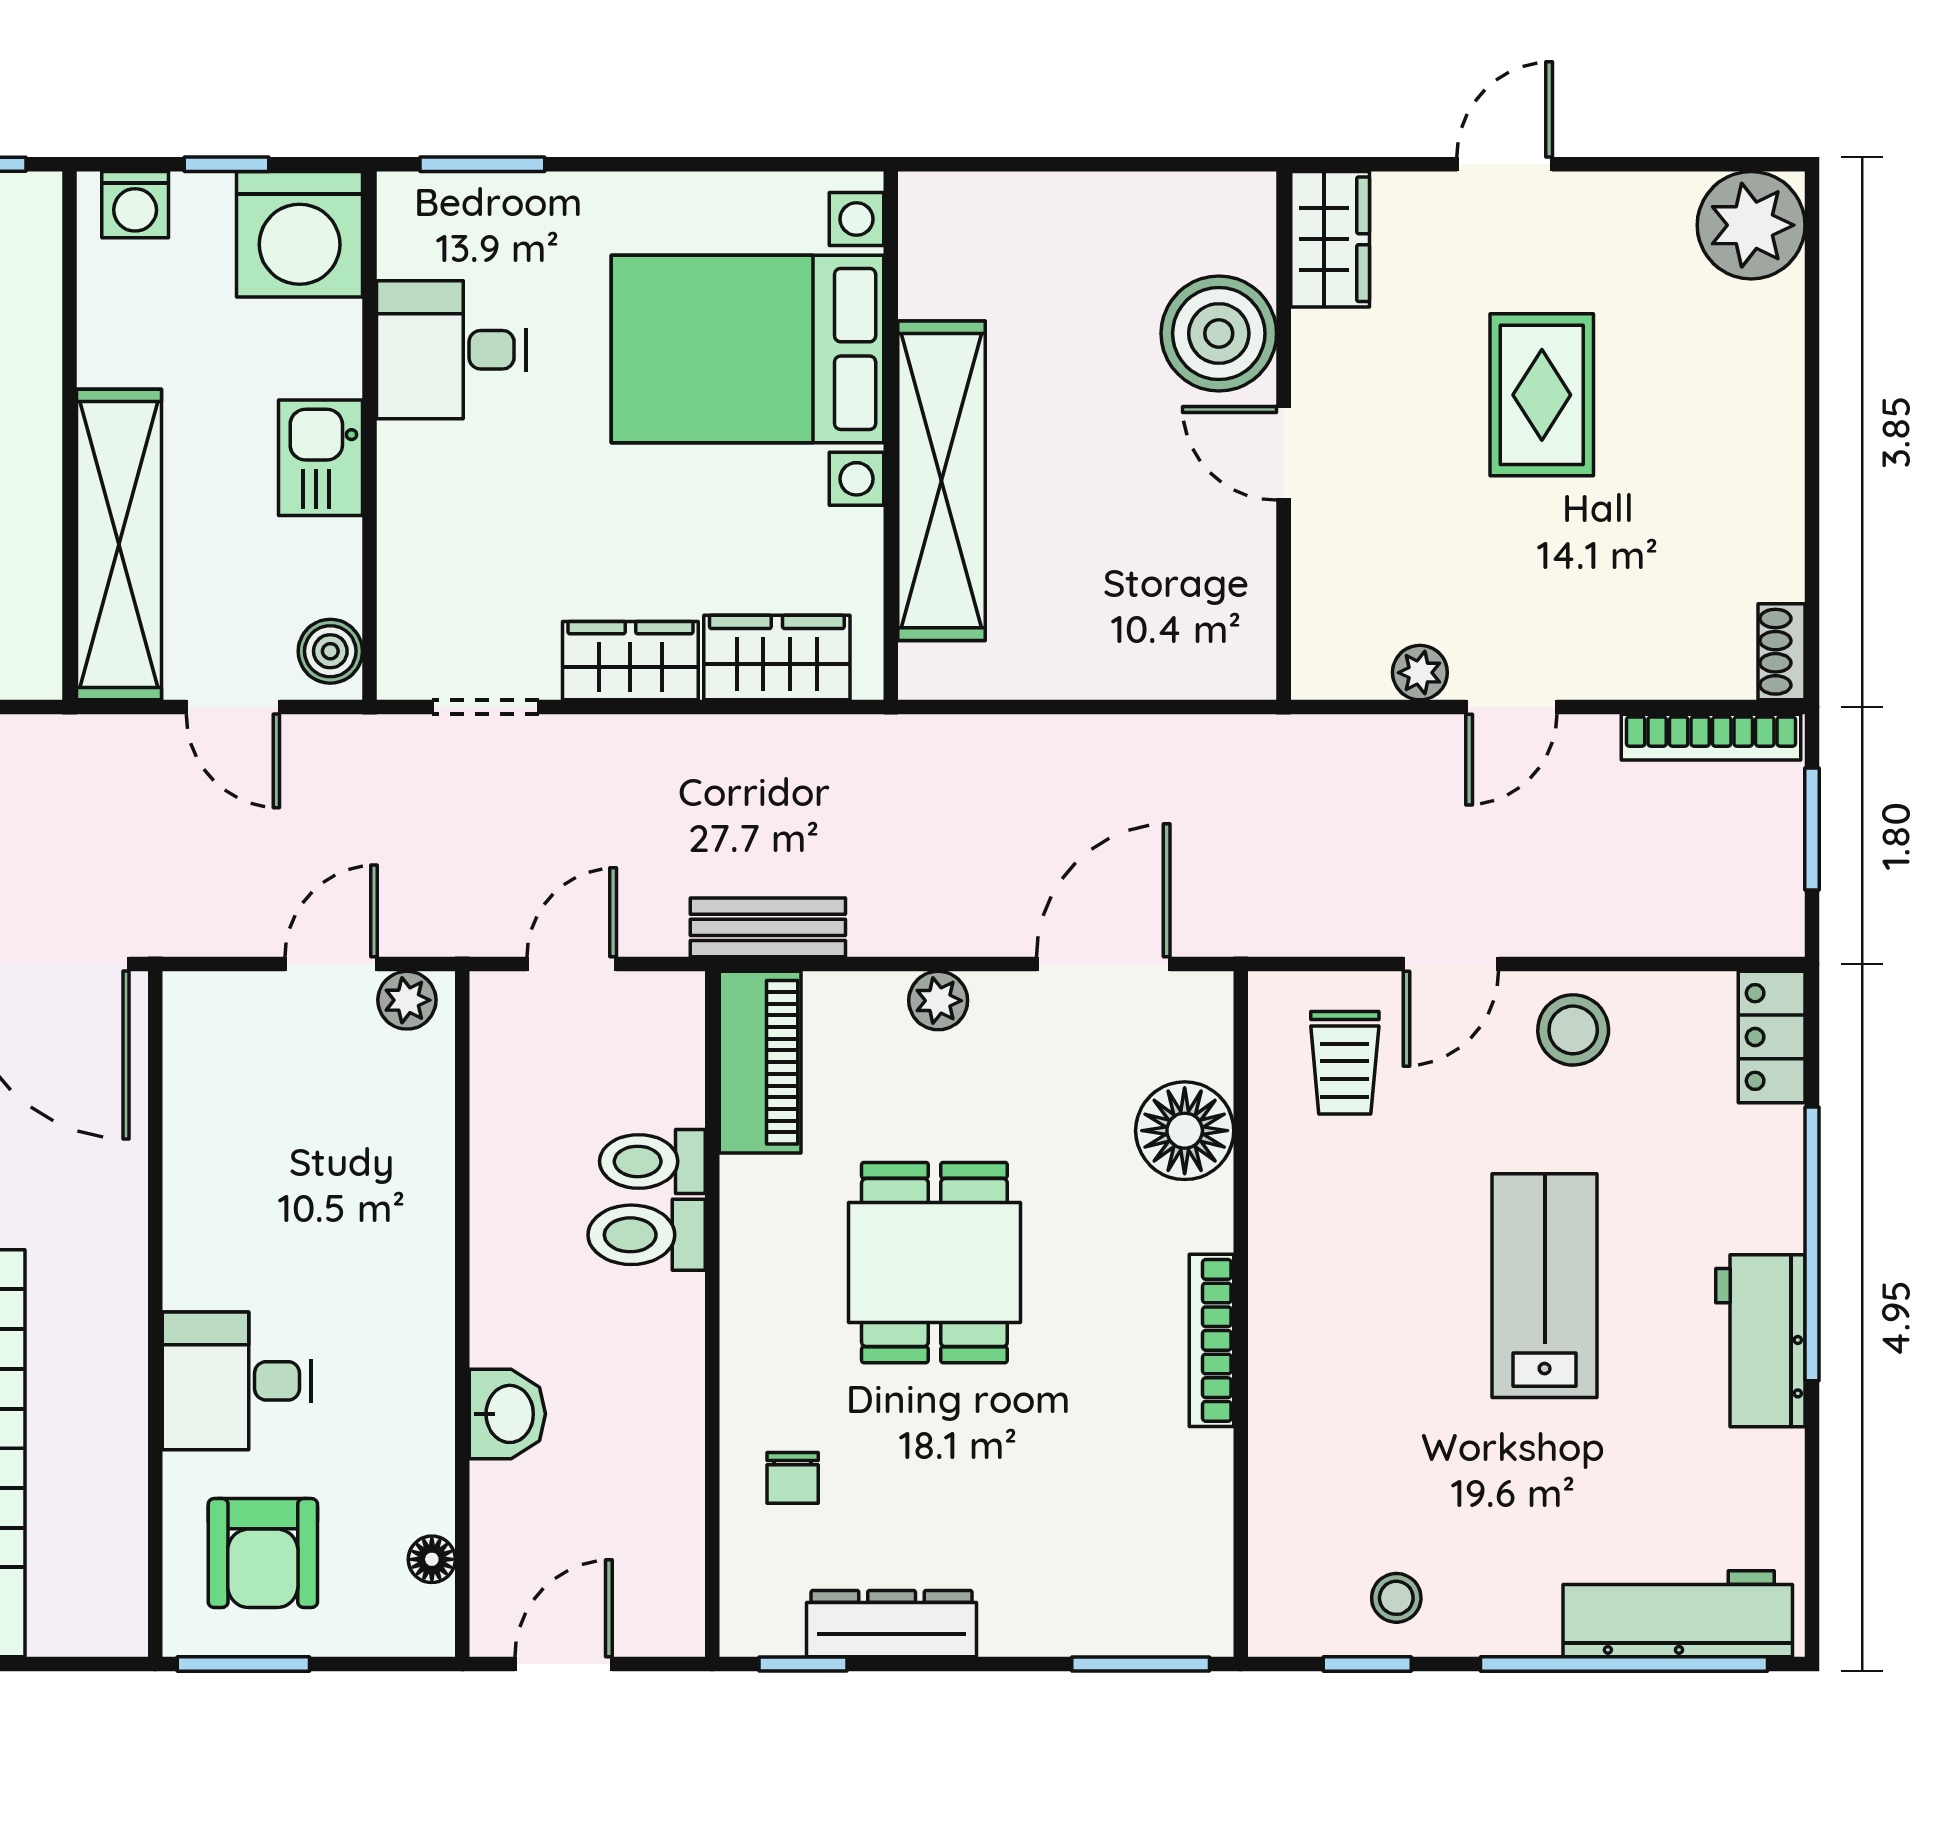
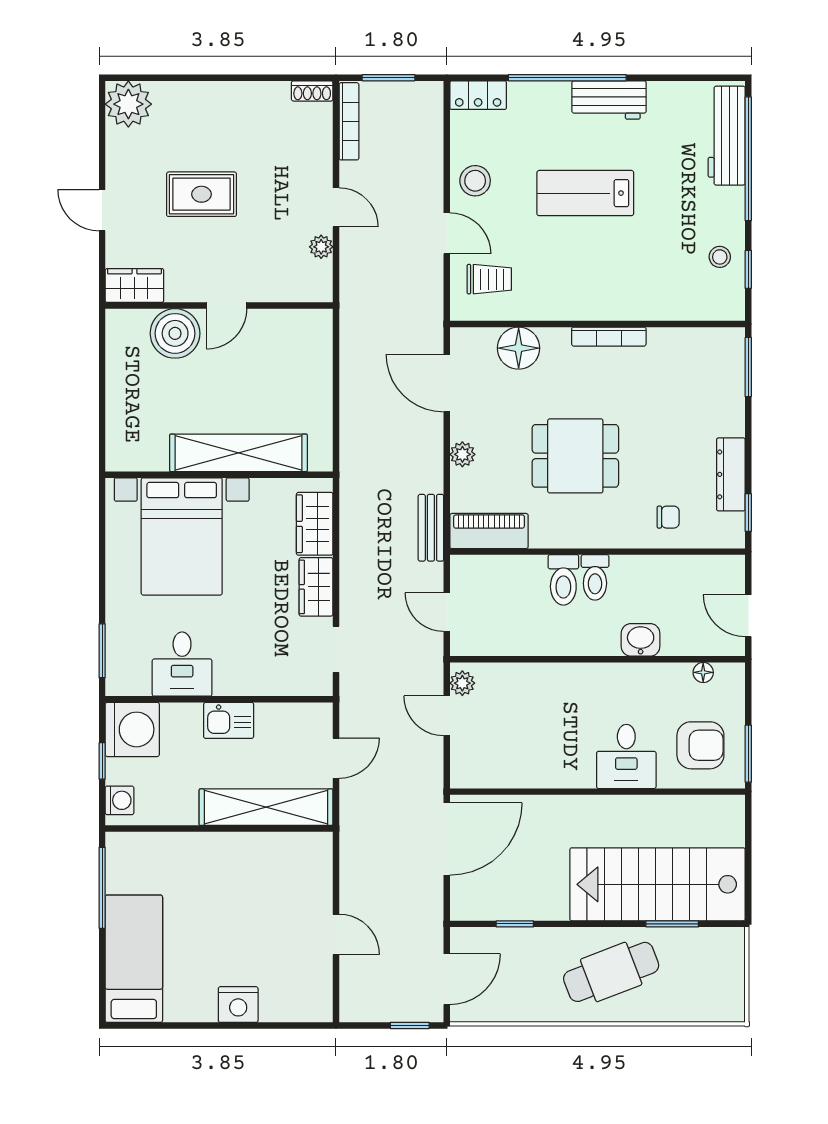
boiler: (330, 651) -> (312, 716), removed
toilet: (652, 1161) -> (595, 577), moved

